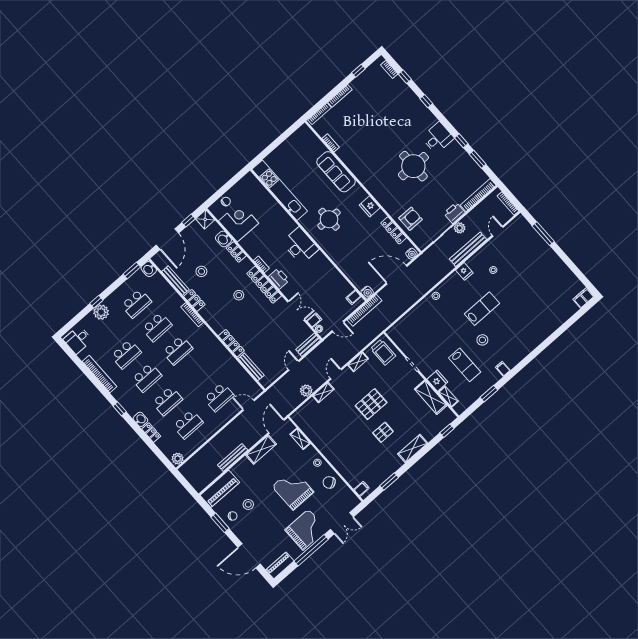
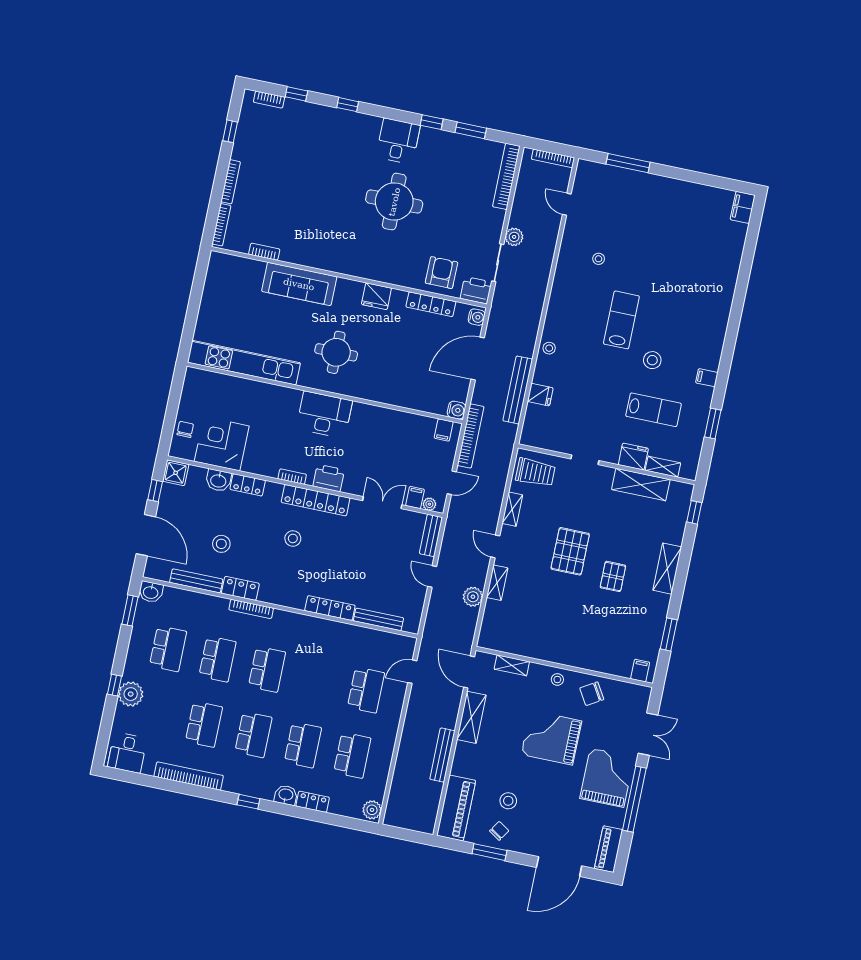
printer: (454, 213) -> (476, 290), moved, turned 90
bench: (468, 249) -> (518, 390), moved
fridge: (464, 271) -> (540, 395), moved

